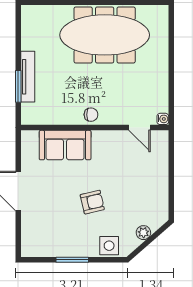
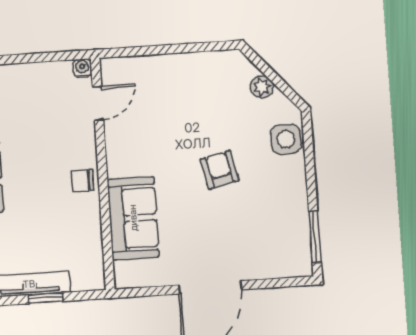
window: (18, 86) -> (46, 298), width x0.67
chair: (91, 115) -> (83, 181), turned -90
window: (72, 260) -> (315, 237), moved

